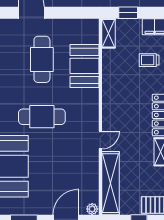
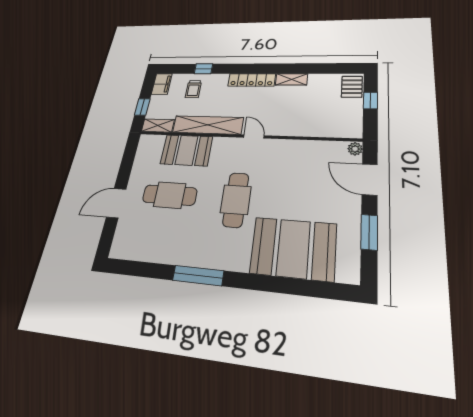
door: (100, 140) -> (254, 137), moved
shelving: (110, 183) -> (208, 125), moved

